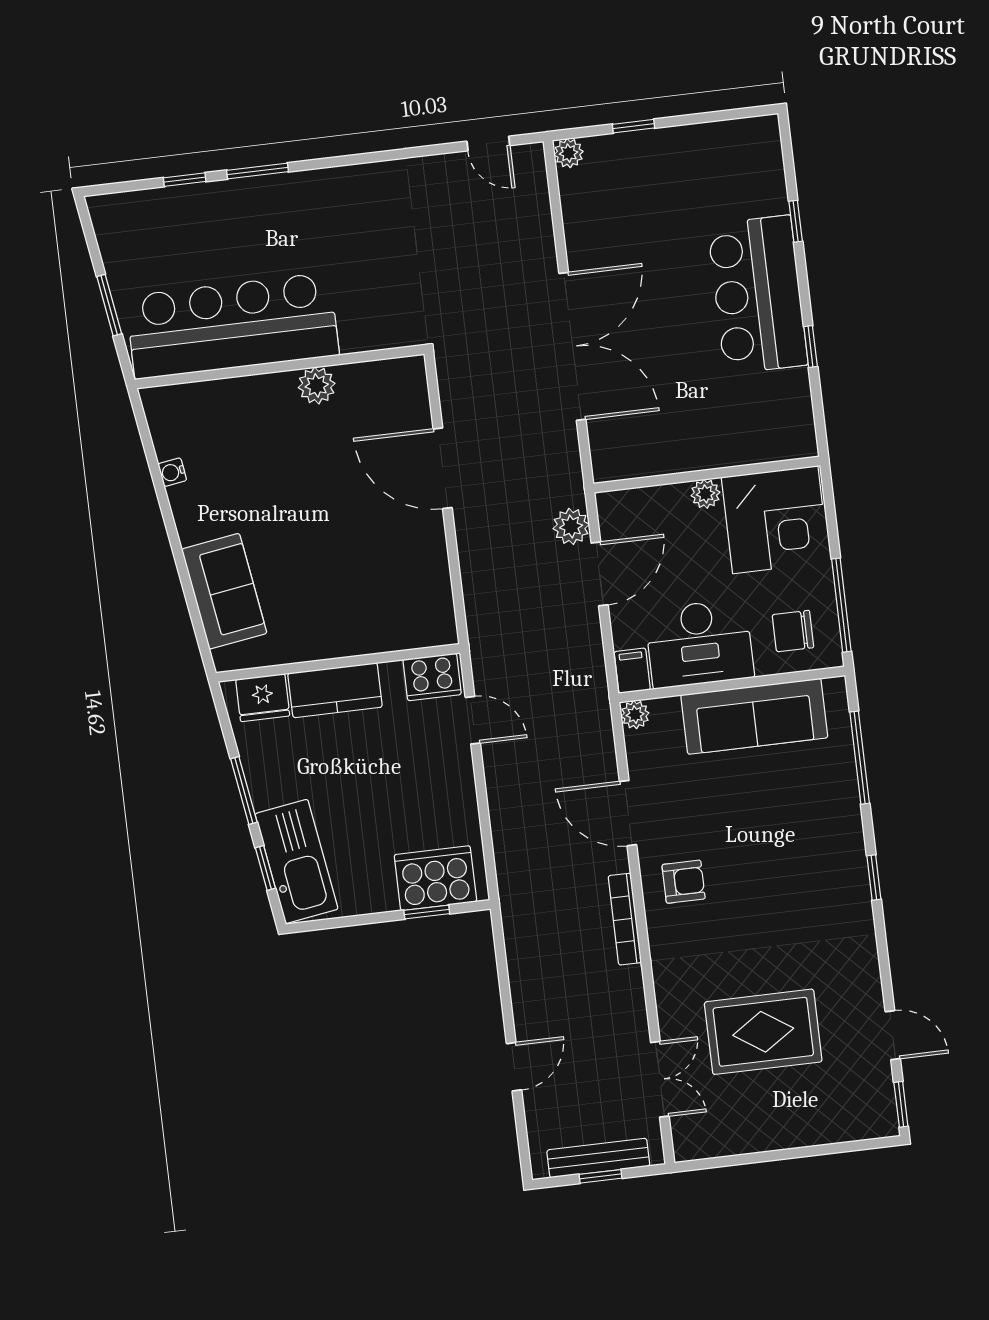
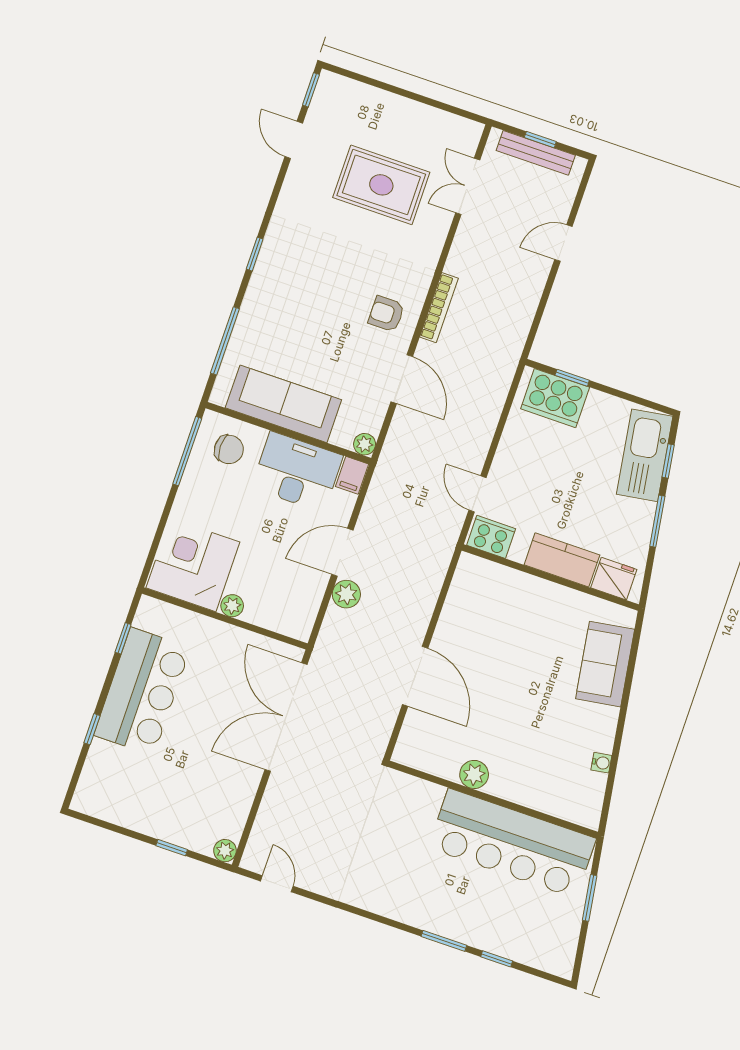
wall: (707, 475) -> (225, 618), moved
plant: (705, 494) -> (232, 606), moved
corner desk: (775, 520) -> (193, 565), moved

